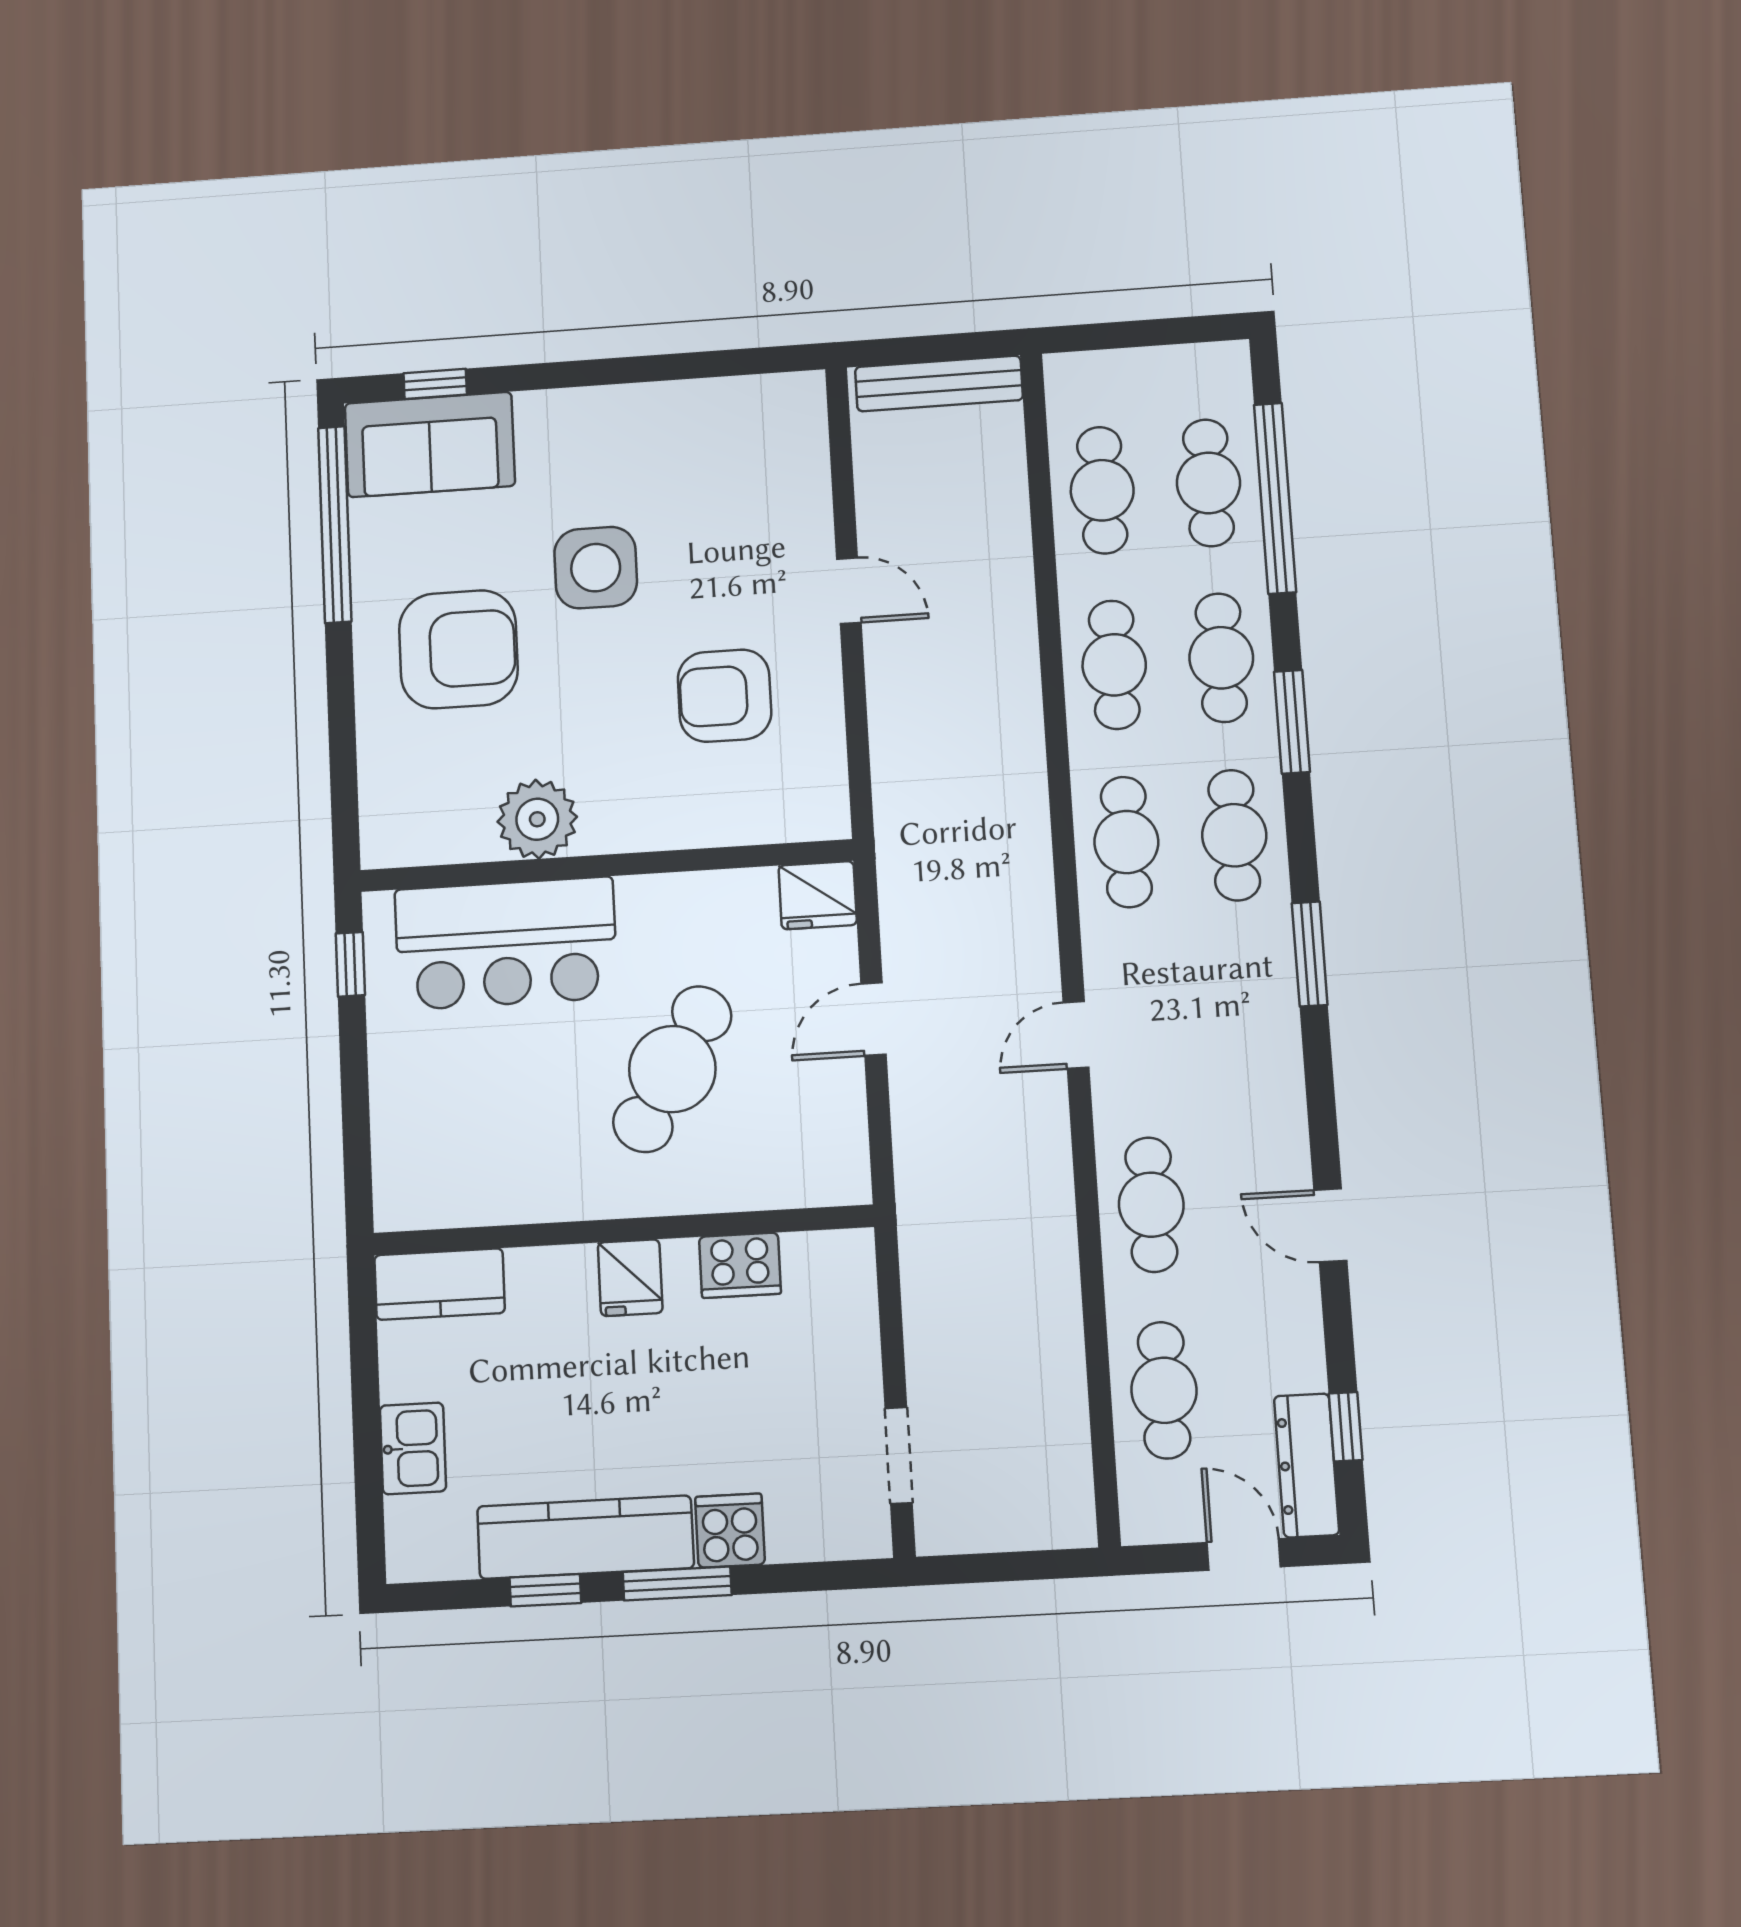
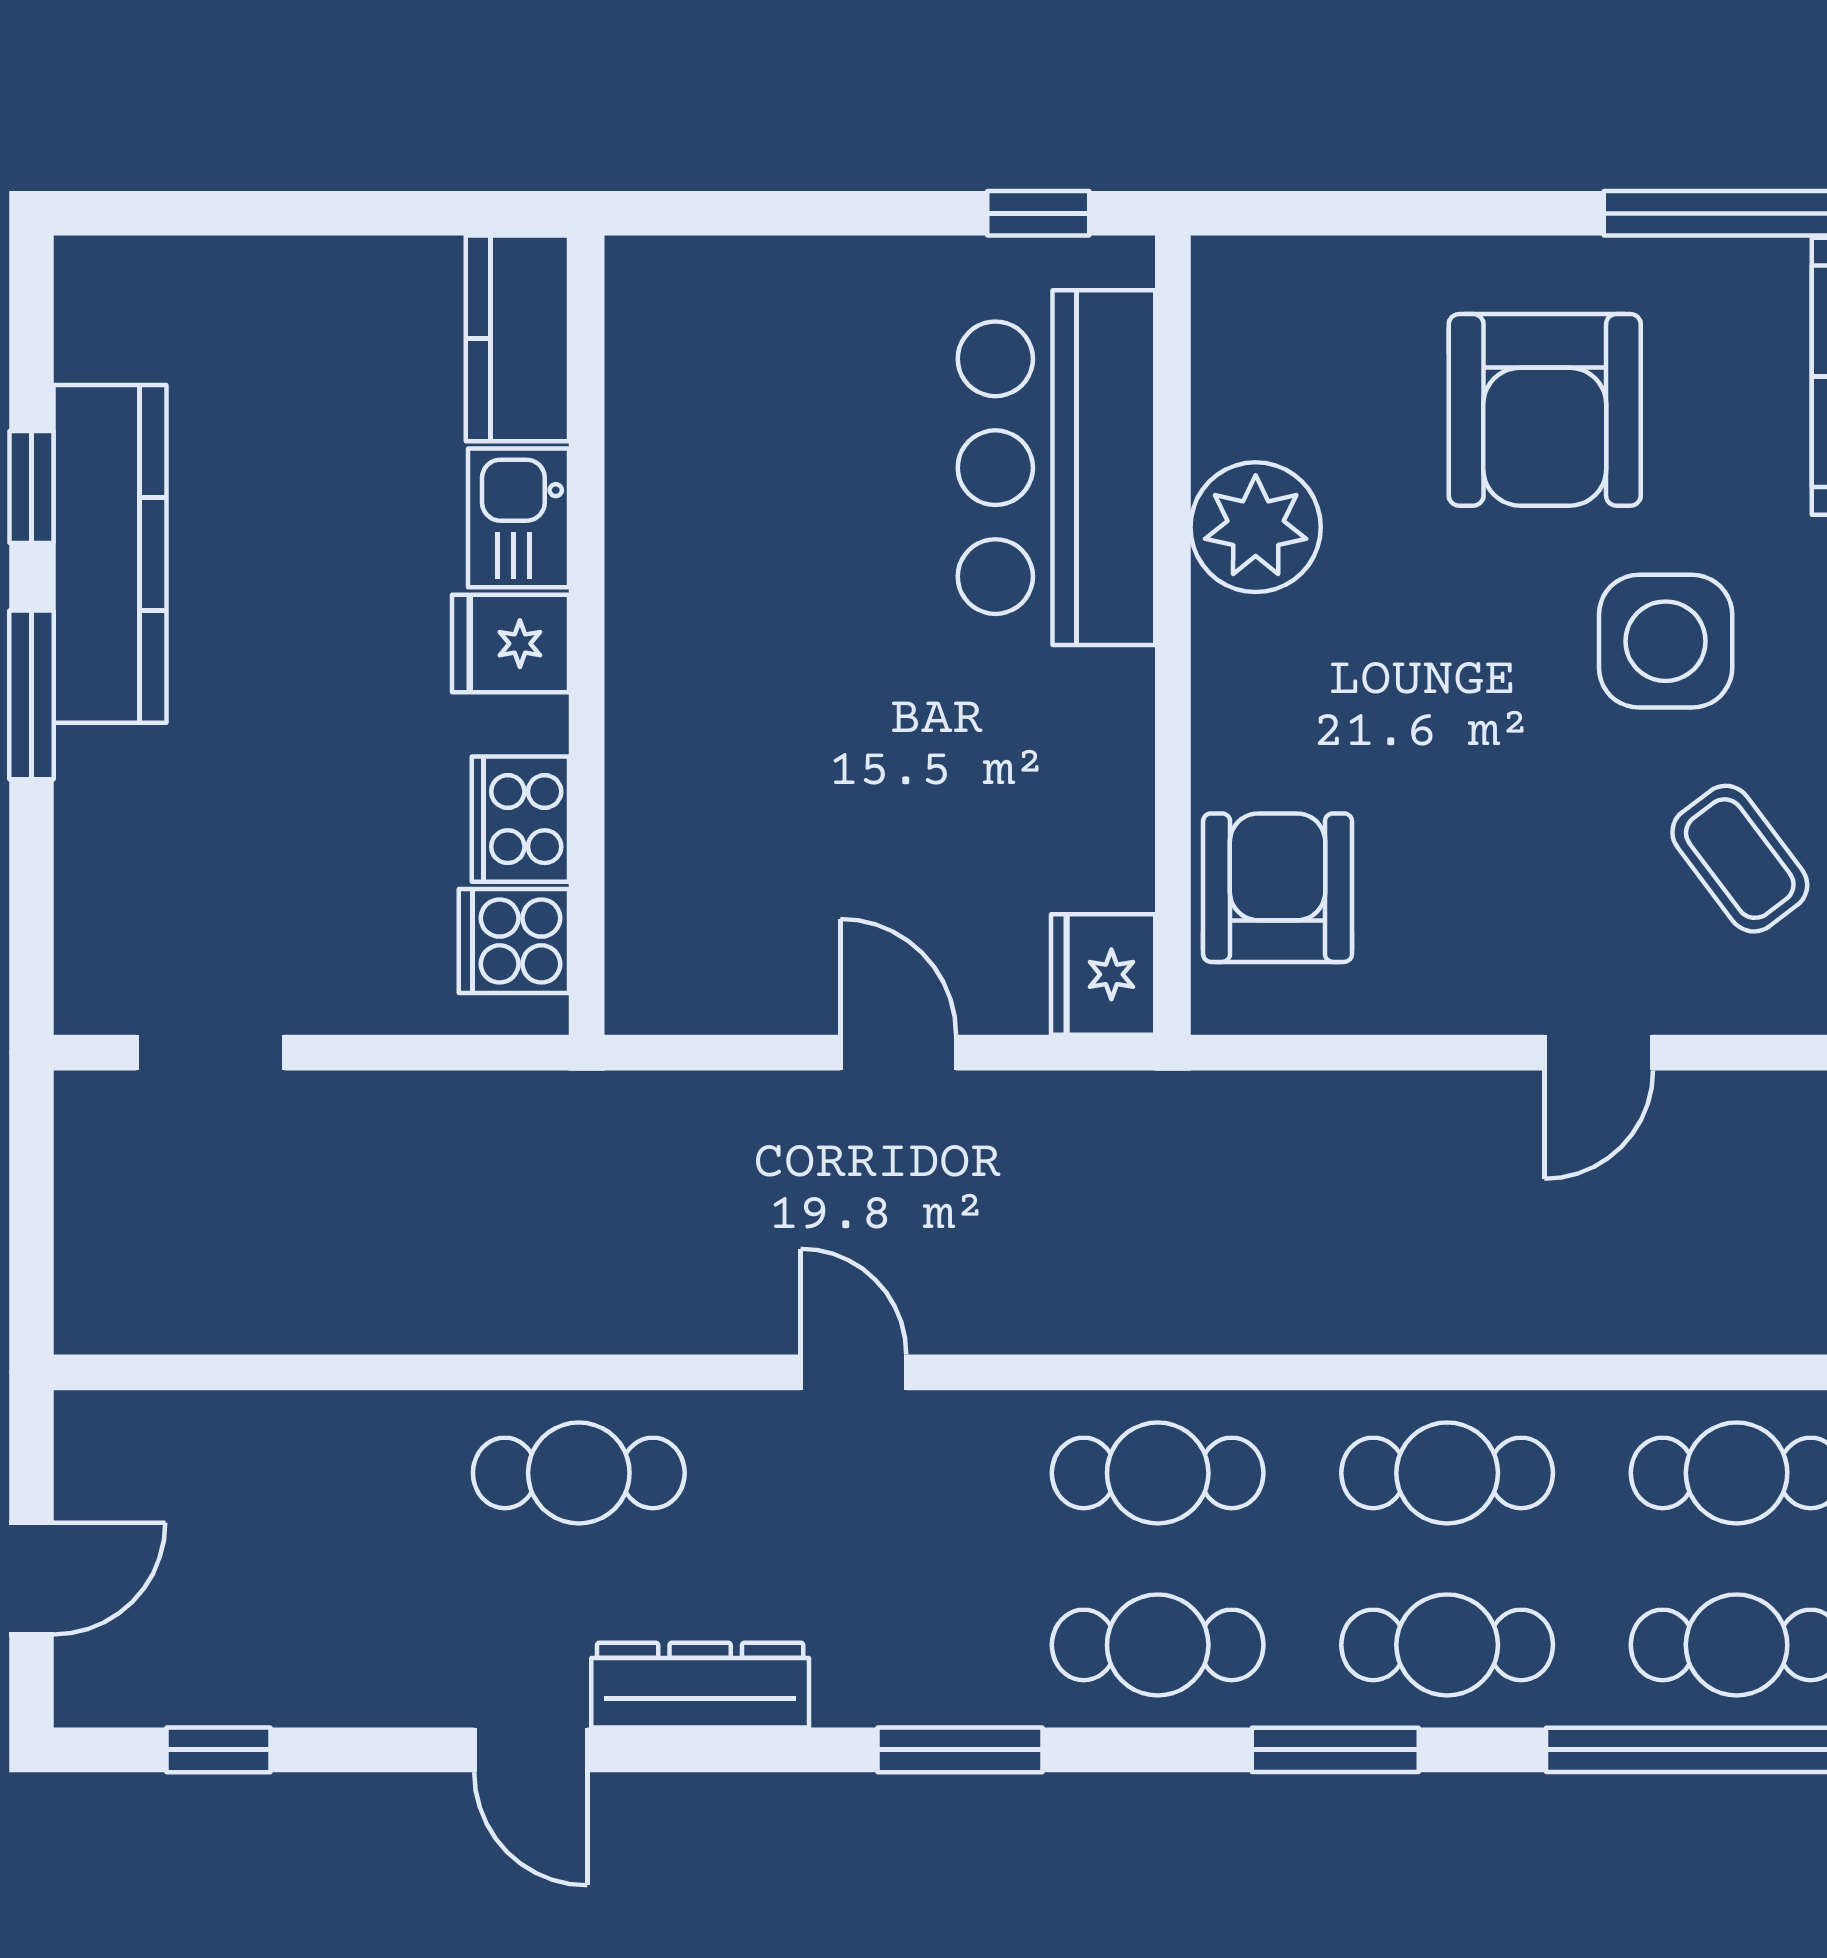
coffee table: (726, 514) -> (1740, 859), added
armchair: (725, 696) -> (1278, 888), moved
cafe table: (672, 1069) -> (838, 727), removed
door: (1330, 1225) -> (531, 1750), swing flipped
cafe table: (1164, 1390) -> (289, 1473), removed
kitchen sink: (413, 1448) -> (518, 518), moved, turned 90
dresser: (1307, 1465) -> (700, 1685), moved
cooker: (730, 1531) -> (514, 941), moved, turned 180

